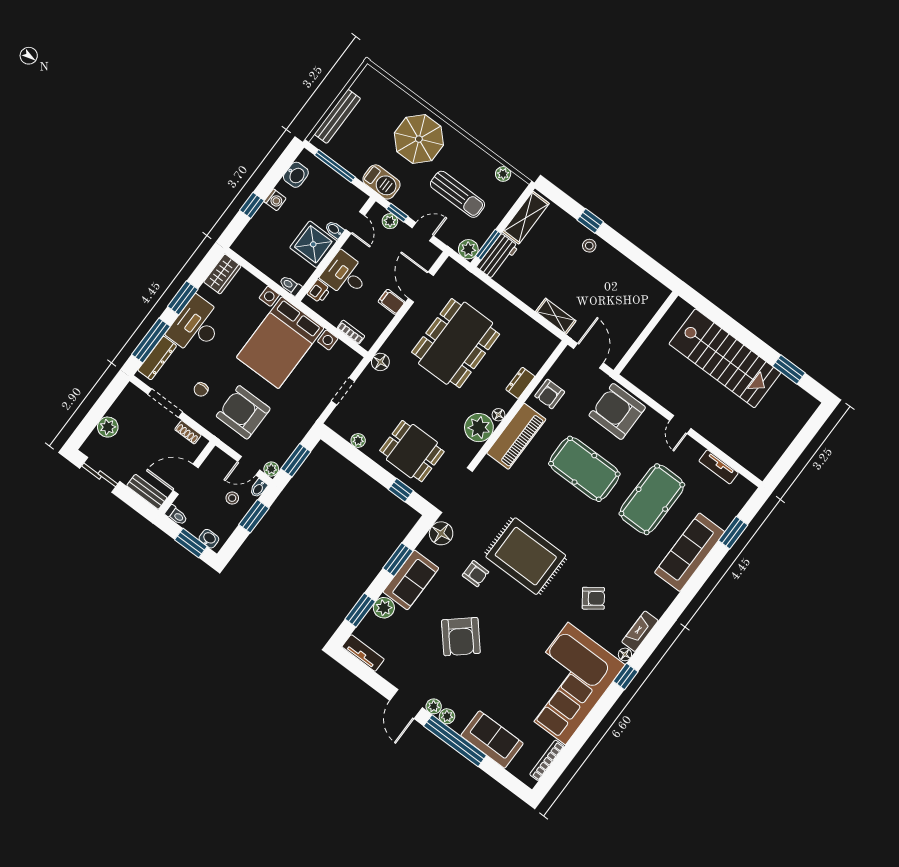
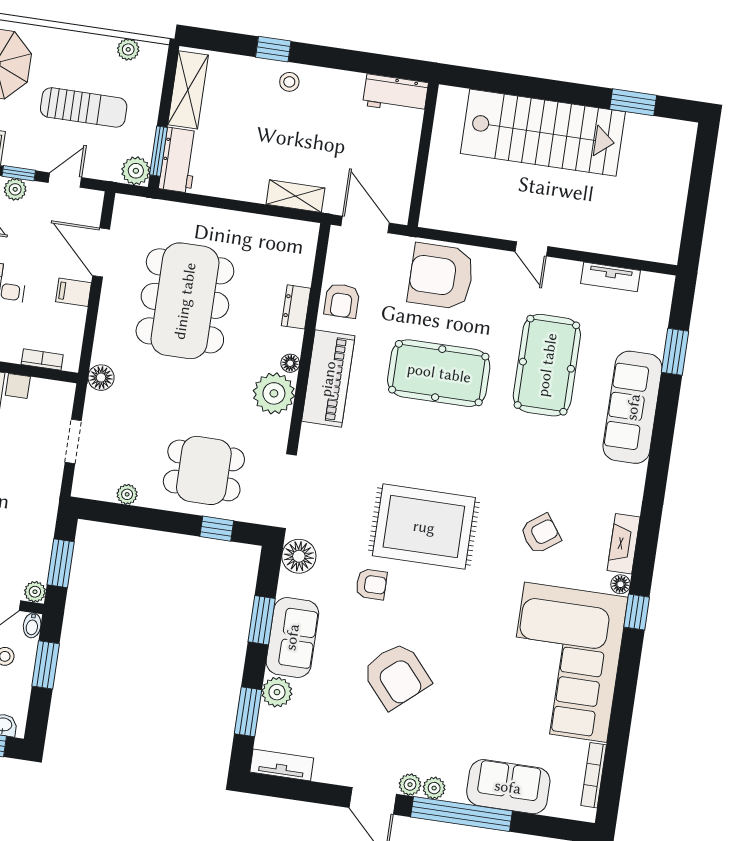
workbench: (649, 287) -> (395, 94), added

